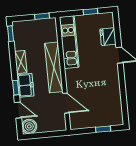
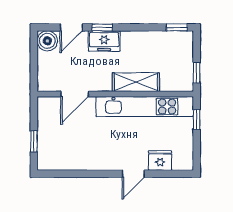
window: (90, 12) -> (197, 119), moved
kitchen unit: (69, 42) -> (145, 107), width x1.36
shelving: (21, 62) -> (137, 38), removed
shelving: (54, 67) -> (136, 82), width x0.68

